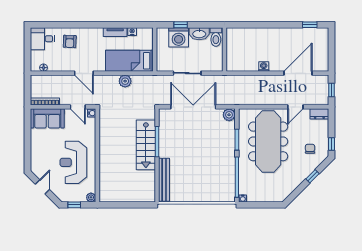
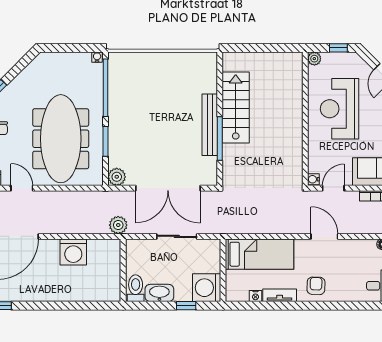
washing machine: (179, 37) -> (207, 288), moved, turned -90
armchair: (70, 41) -> (316, 286), moved
washing machine: (264, 67) -> (73, 252), width x1.89, depth x1.89
plant: (125, 81) -> (118, 225), moved
door: (78, 107) -> (333, 188), hinge flipped
door: (295, 107) -> (22, 188), hinge flipped
stairs: (146, 145) -> (236, 107), moved
reception desk: (73, 162) -> (340, 109), turned 180
bench: (164, 180) -> (210, 125), moved

